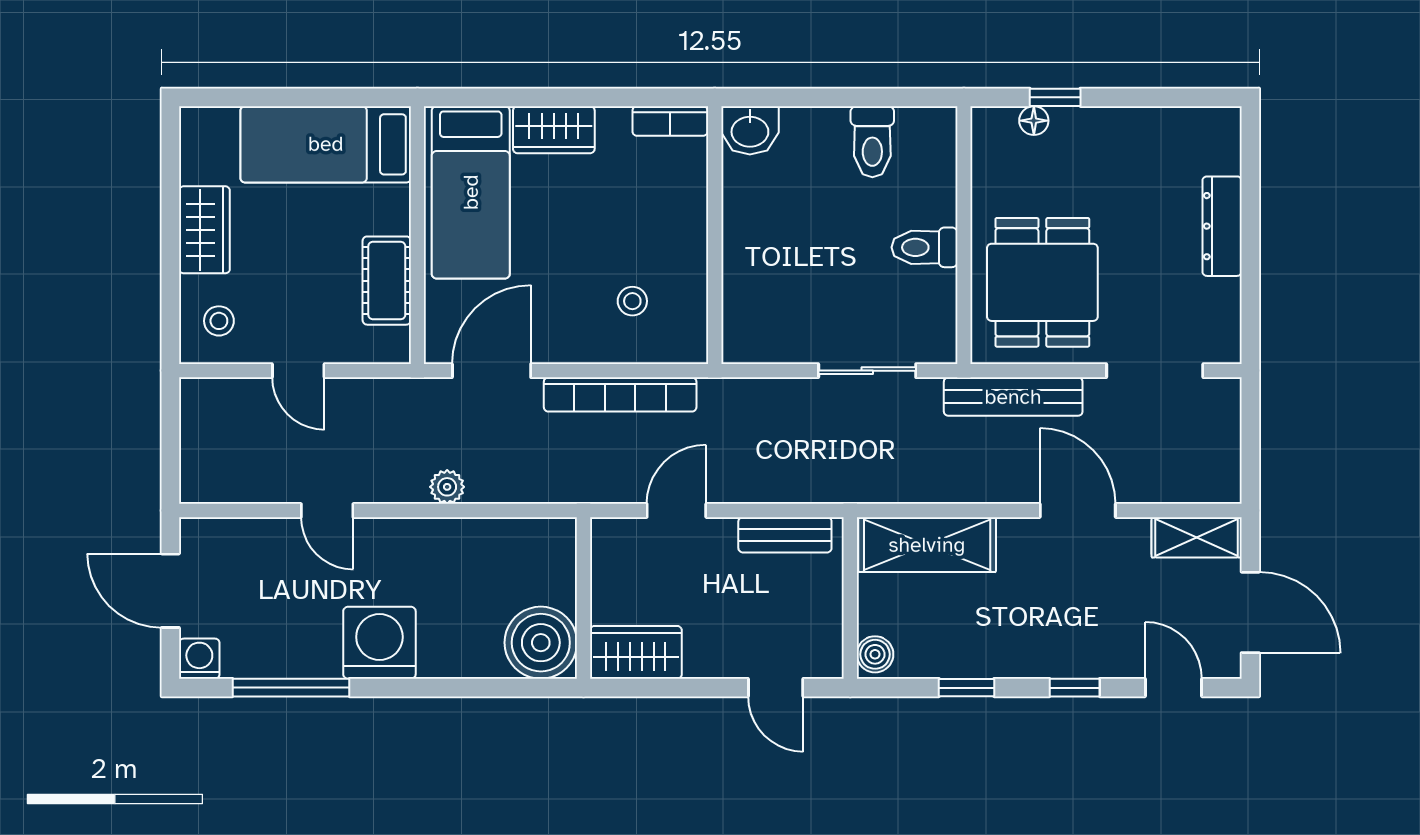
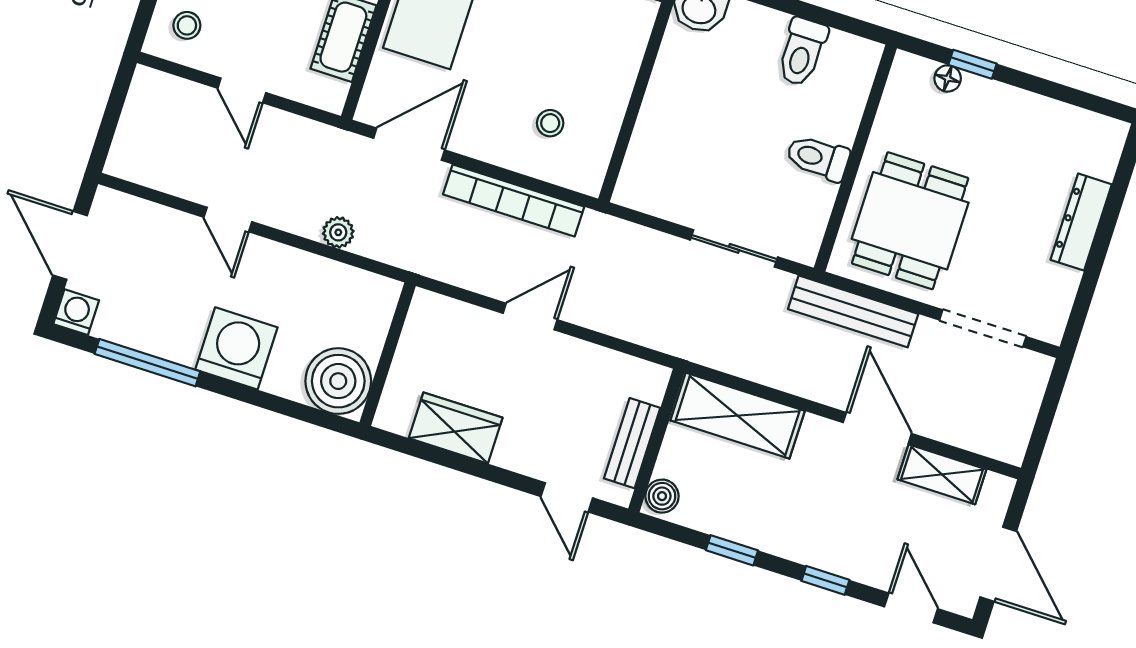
bench: (785, 535) -> (632, 443), moved, turned 90
shelving: (1197, 537) -> (942, 474), moved
wall: (584, 598) -> (388, 354), moved
boiler: (541, 643) -> (338, 381), moved

